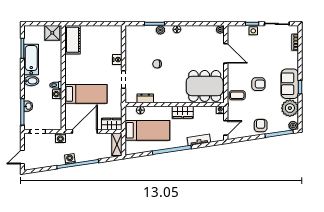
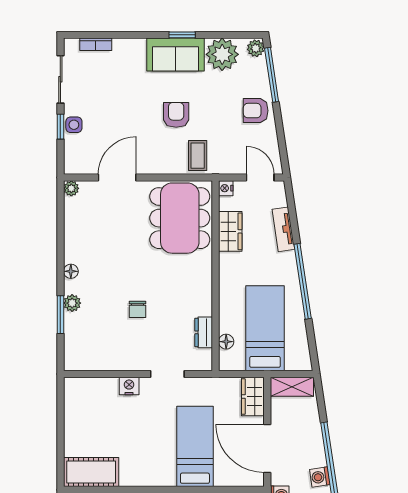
wardrobe: (183, 112) -> (230, 231), moved

